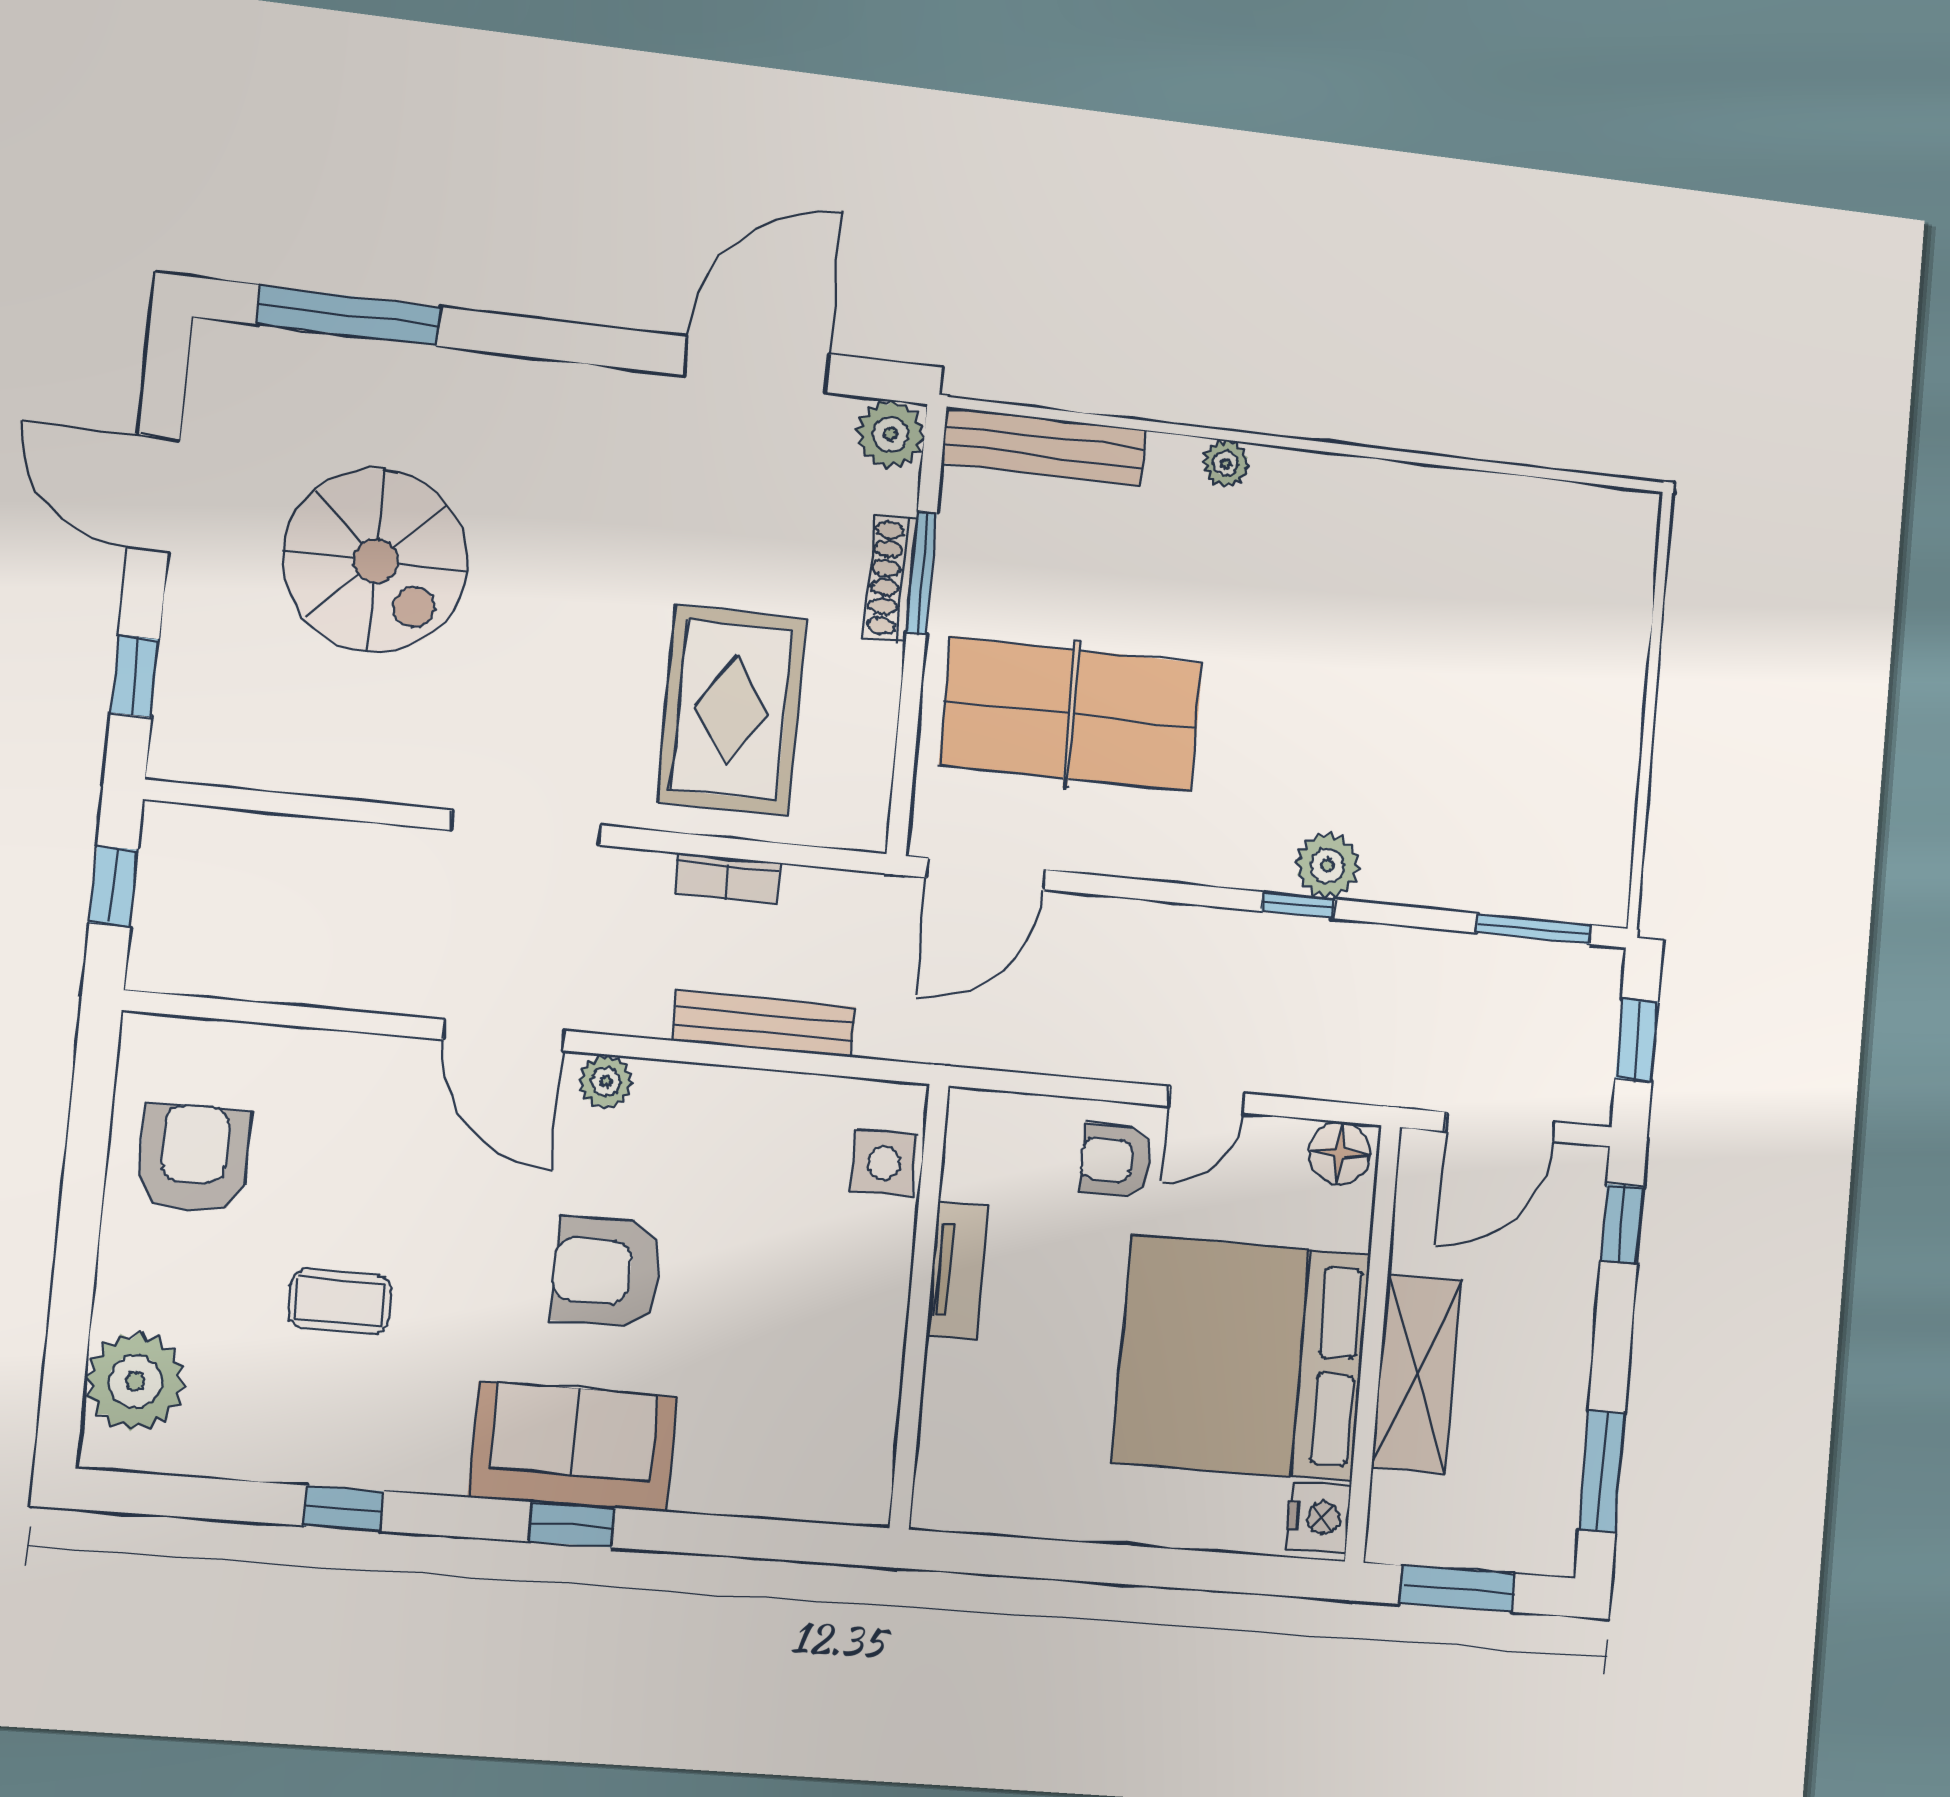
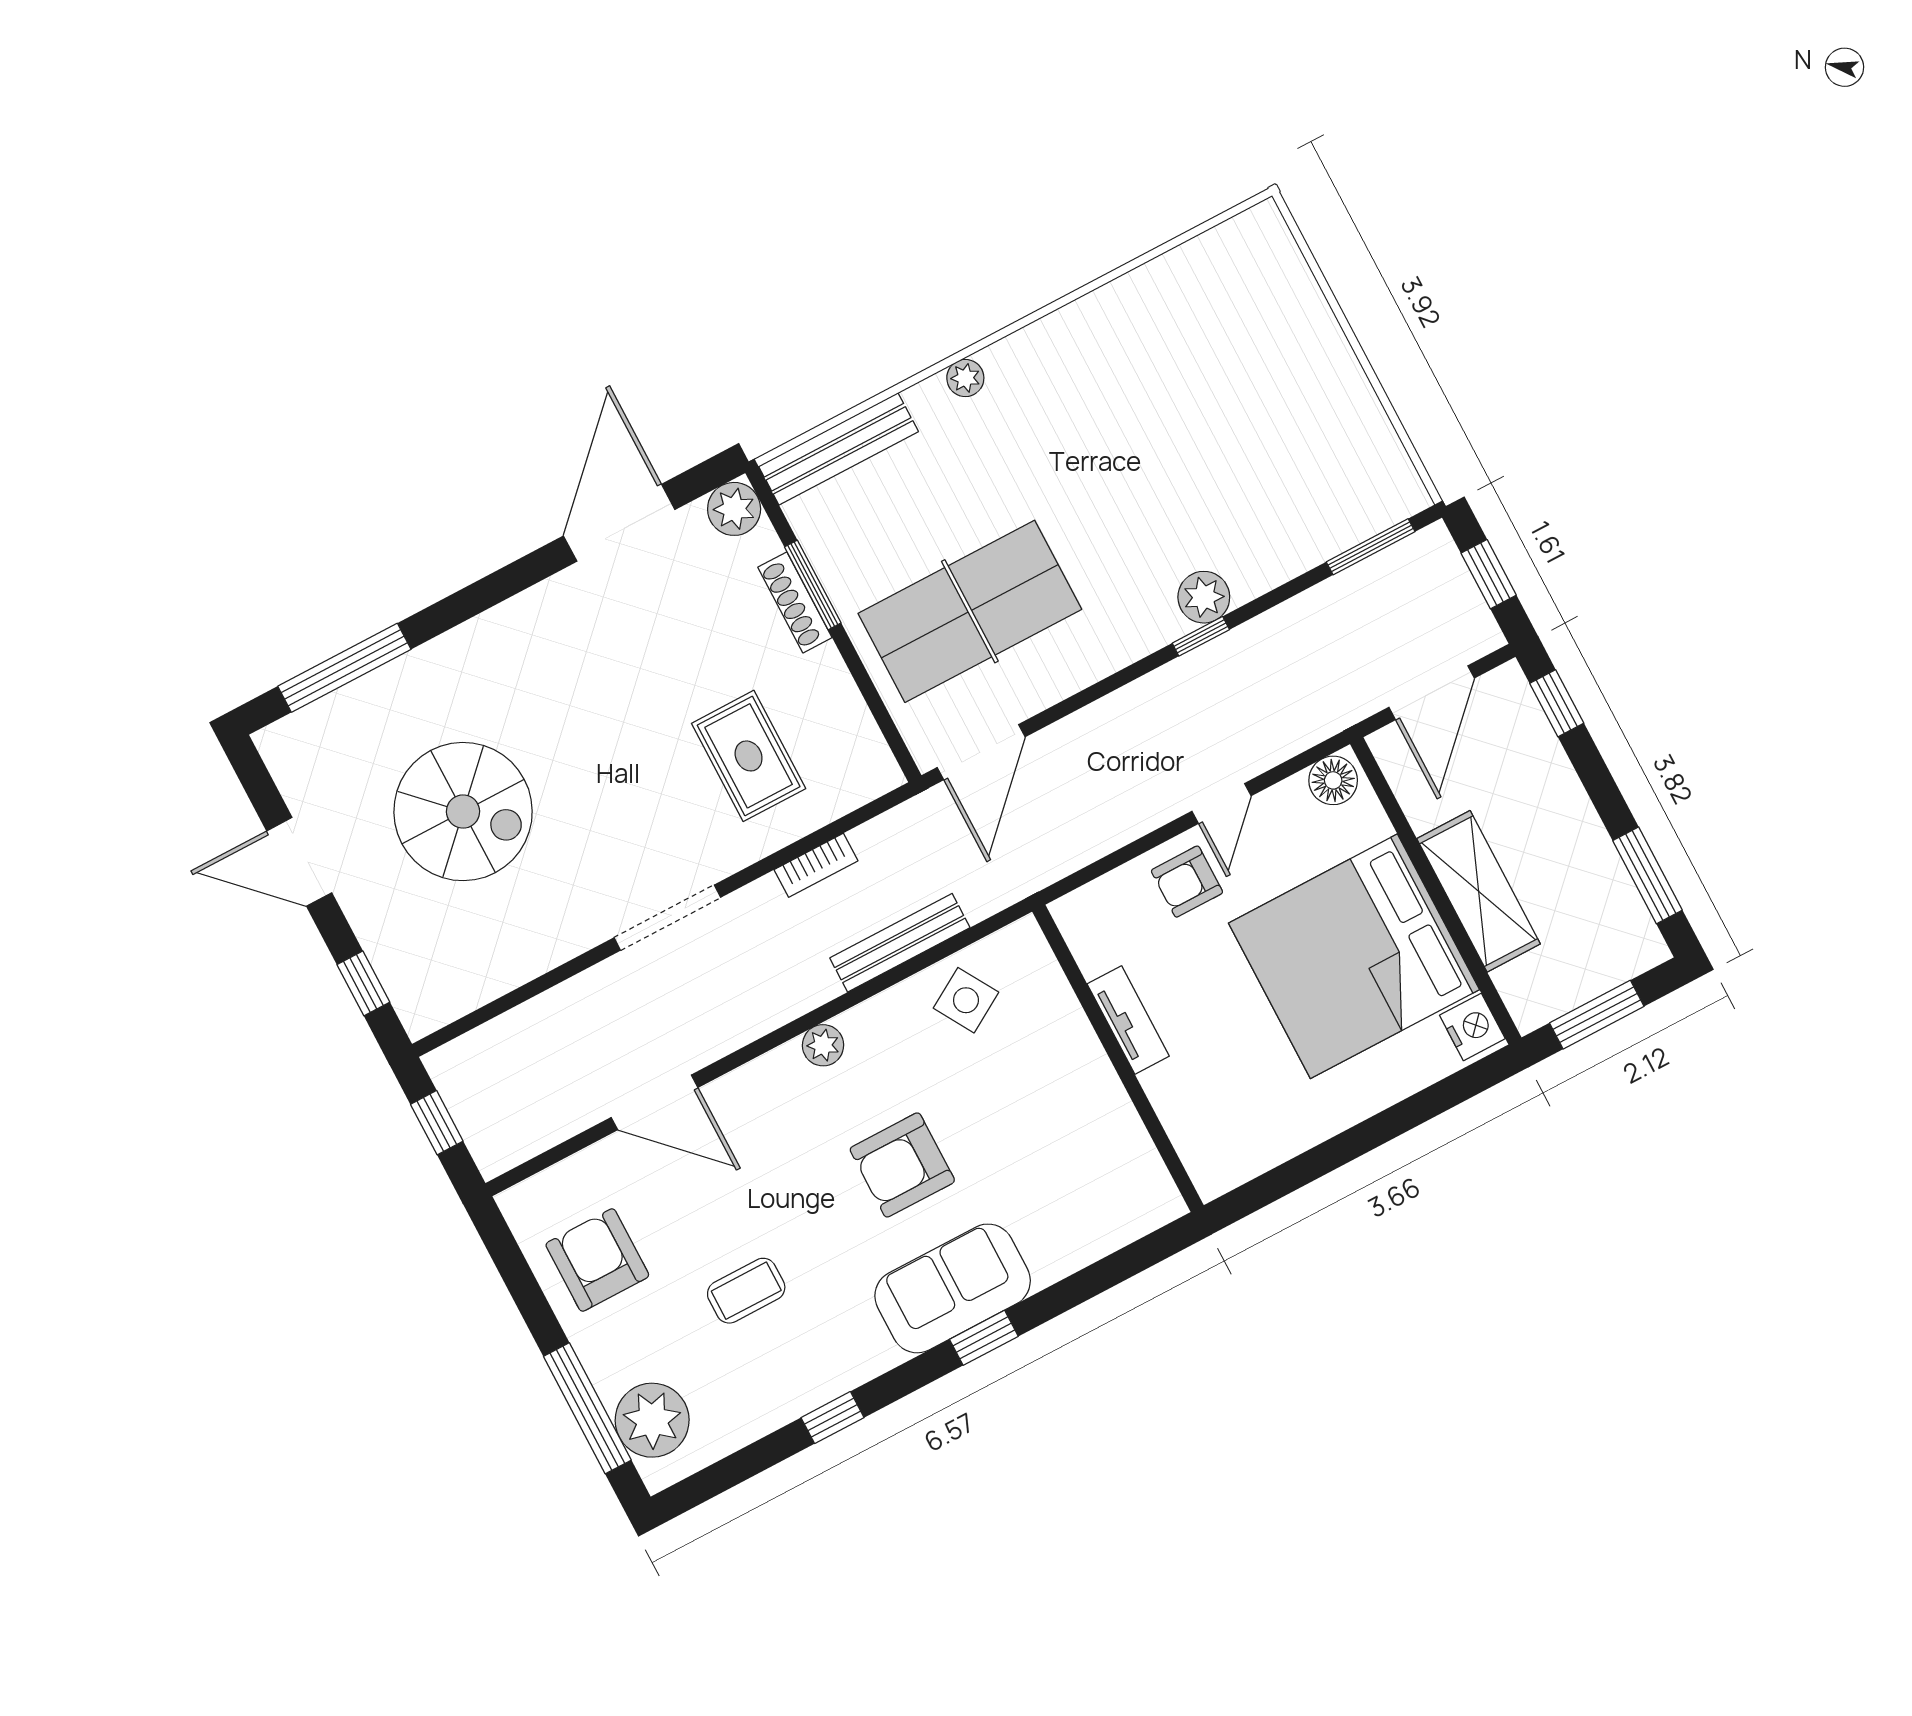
rug: (732, 710) -> (749, 756), width x0.73, depth x0.70
door: (504, 1035) -> (655, 1102), moved
side table: (884, 1163) -> (966, 1000), moved, turned -31
window: (70, 1321) -> (587, 1408), added

